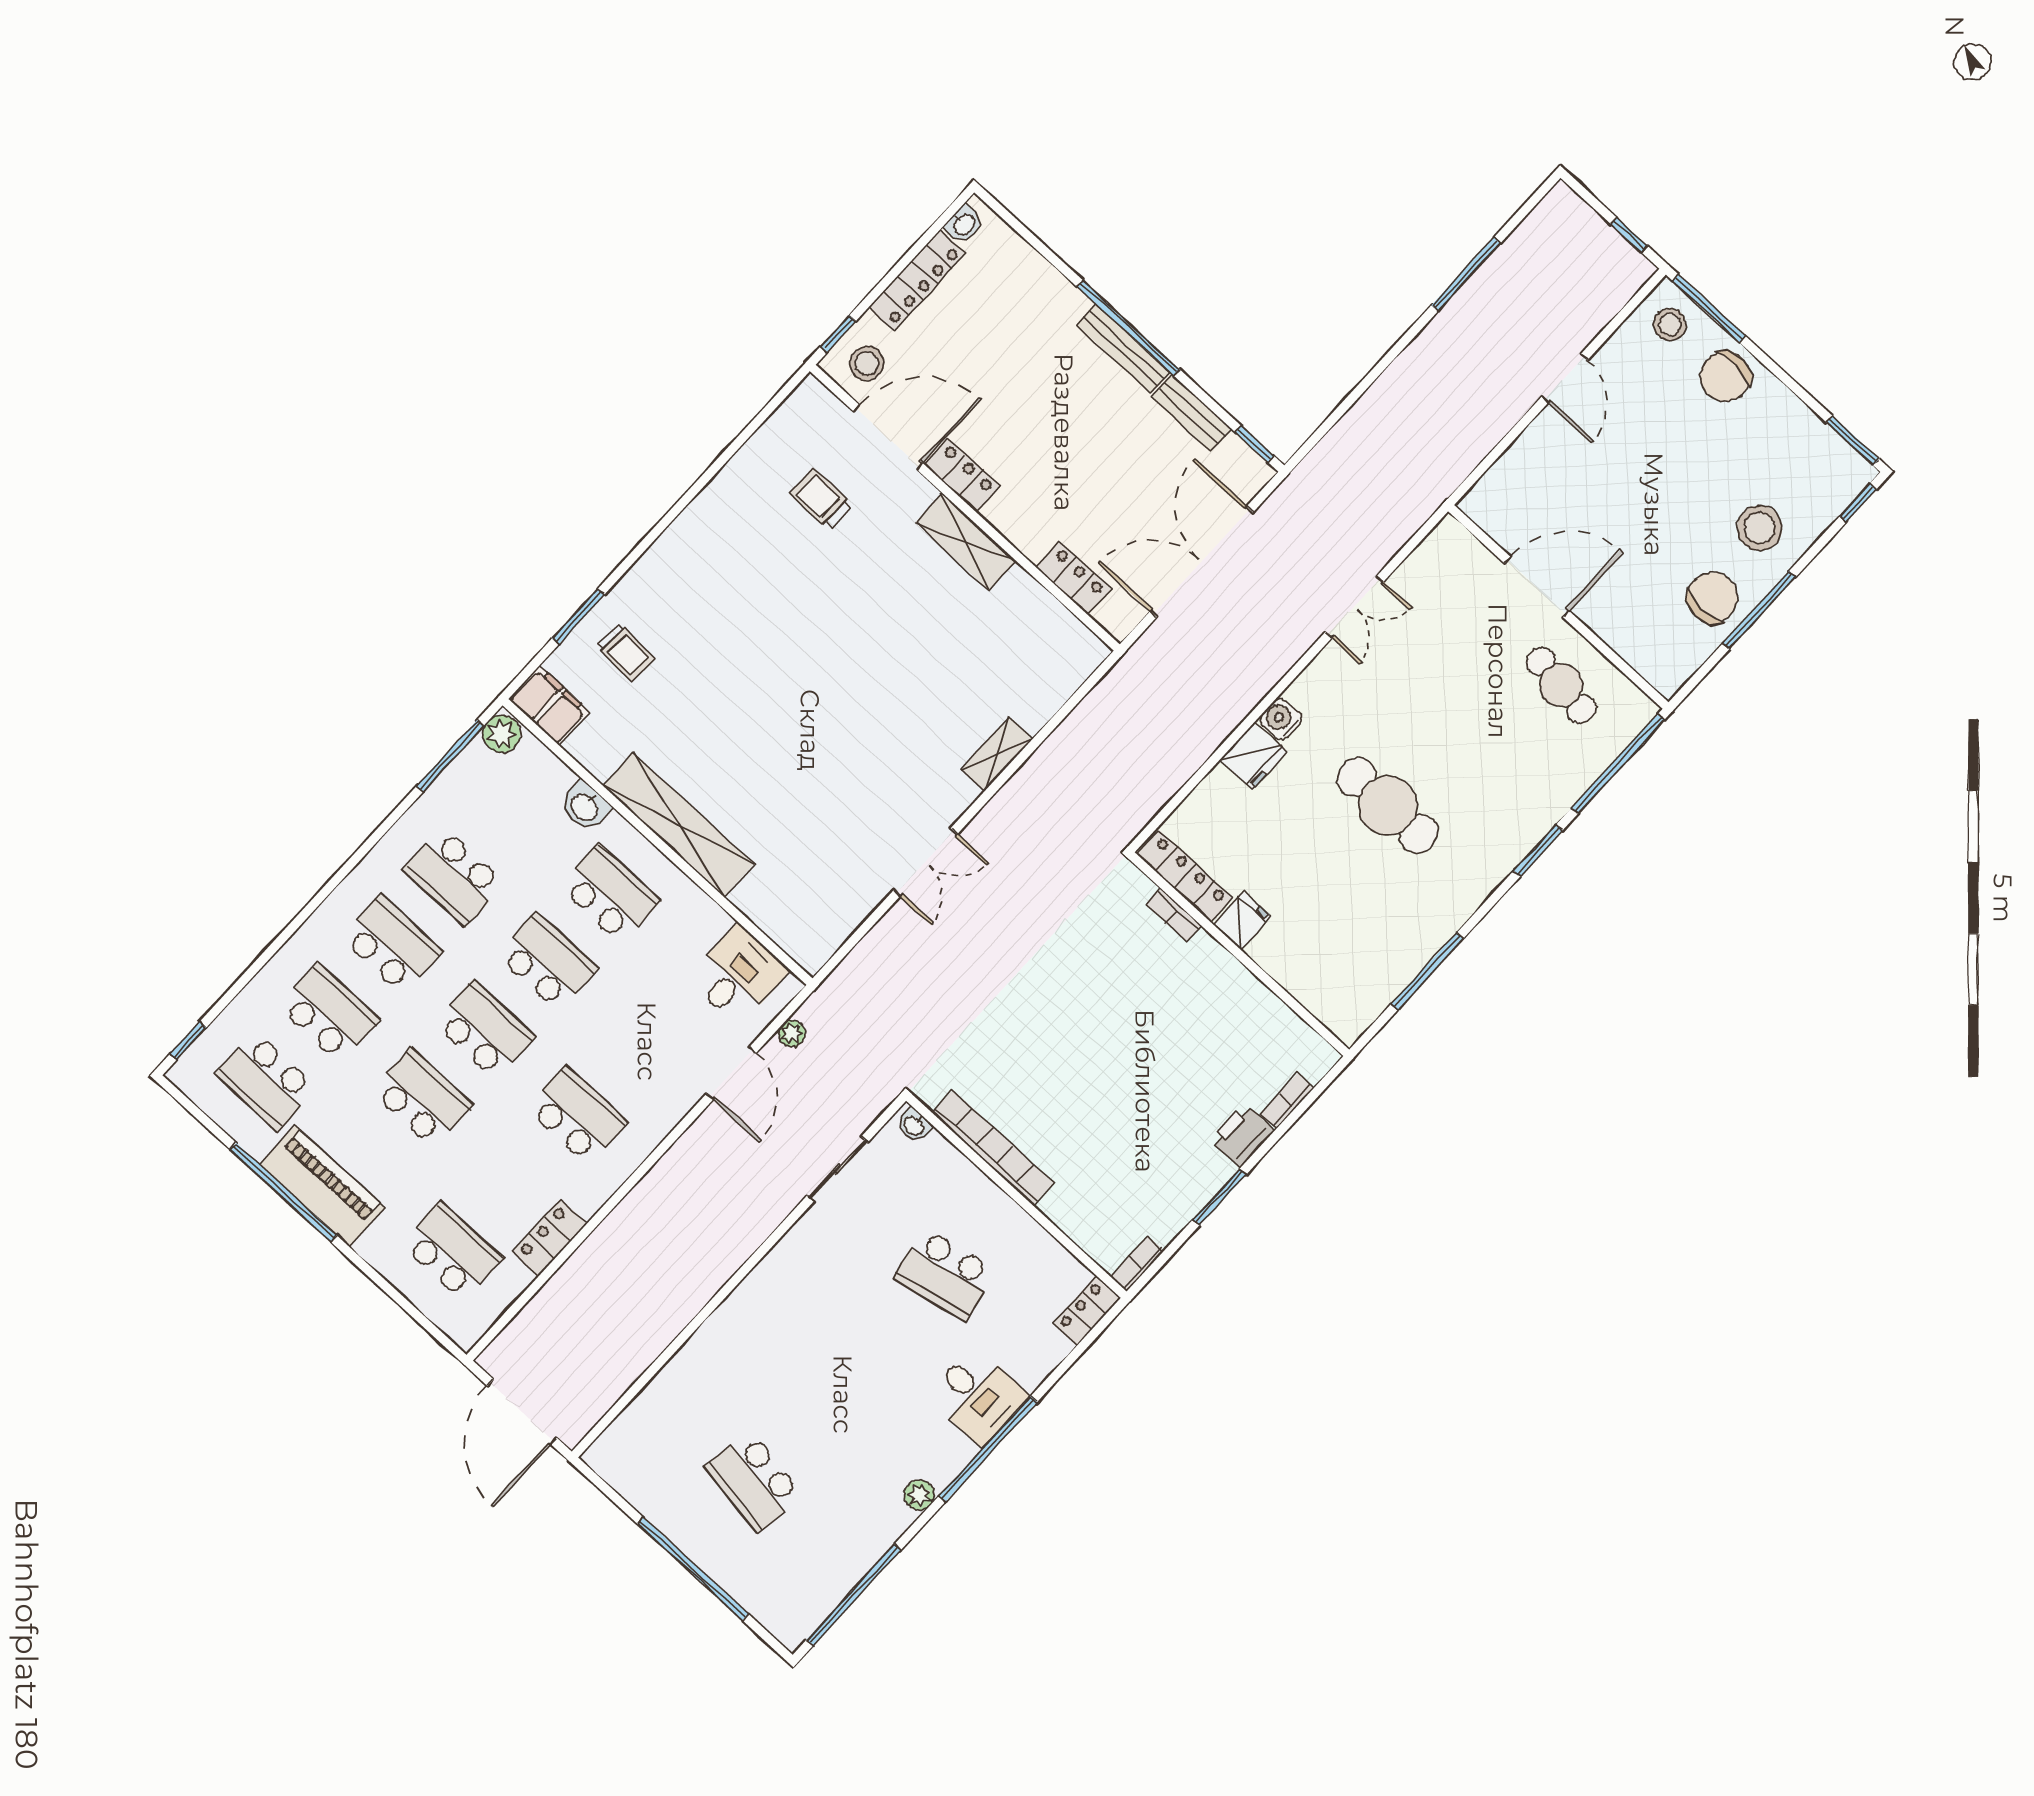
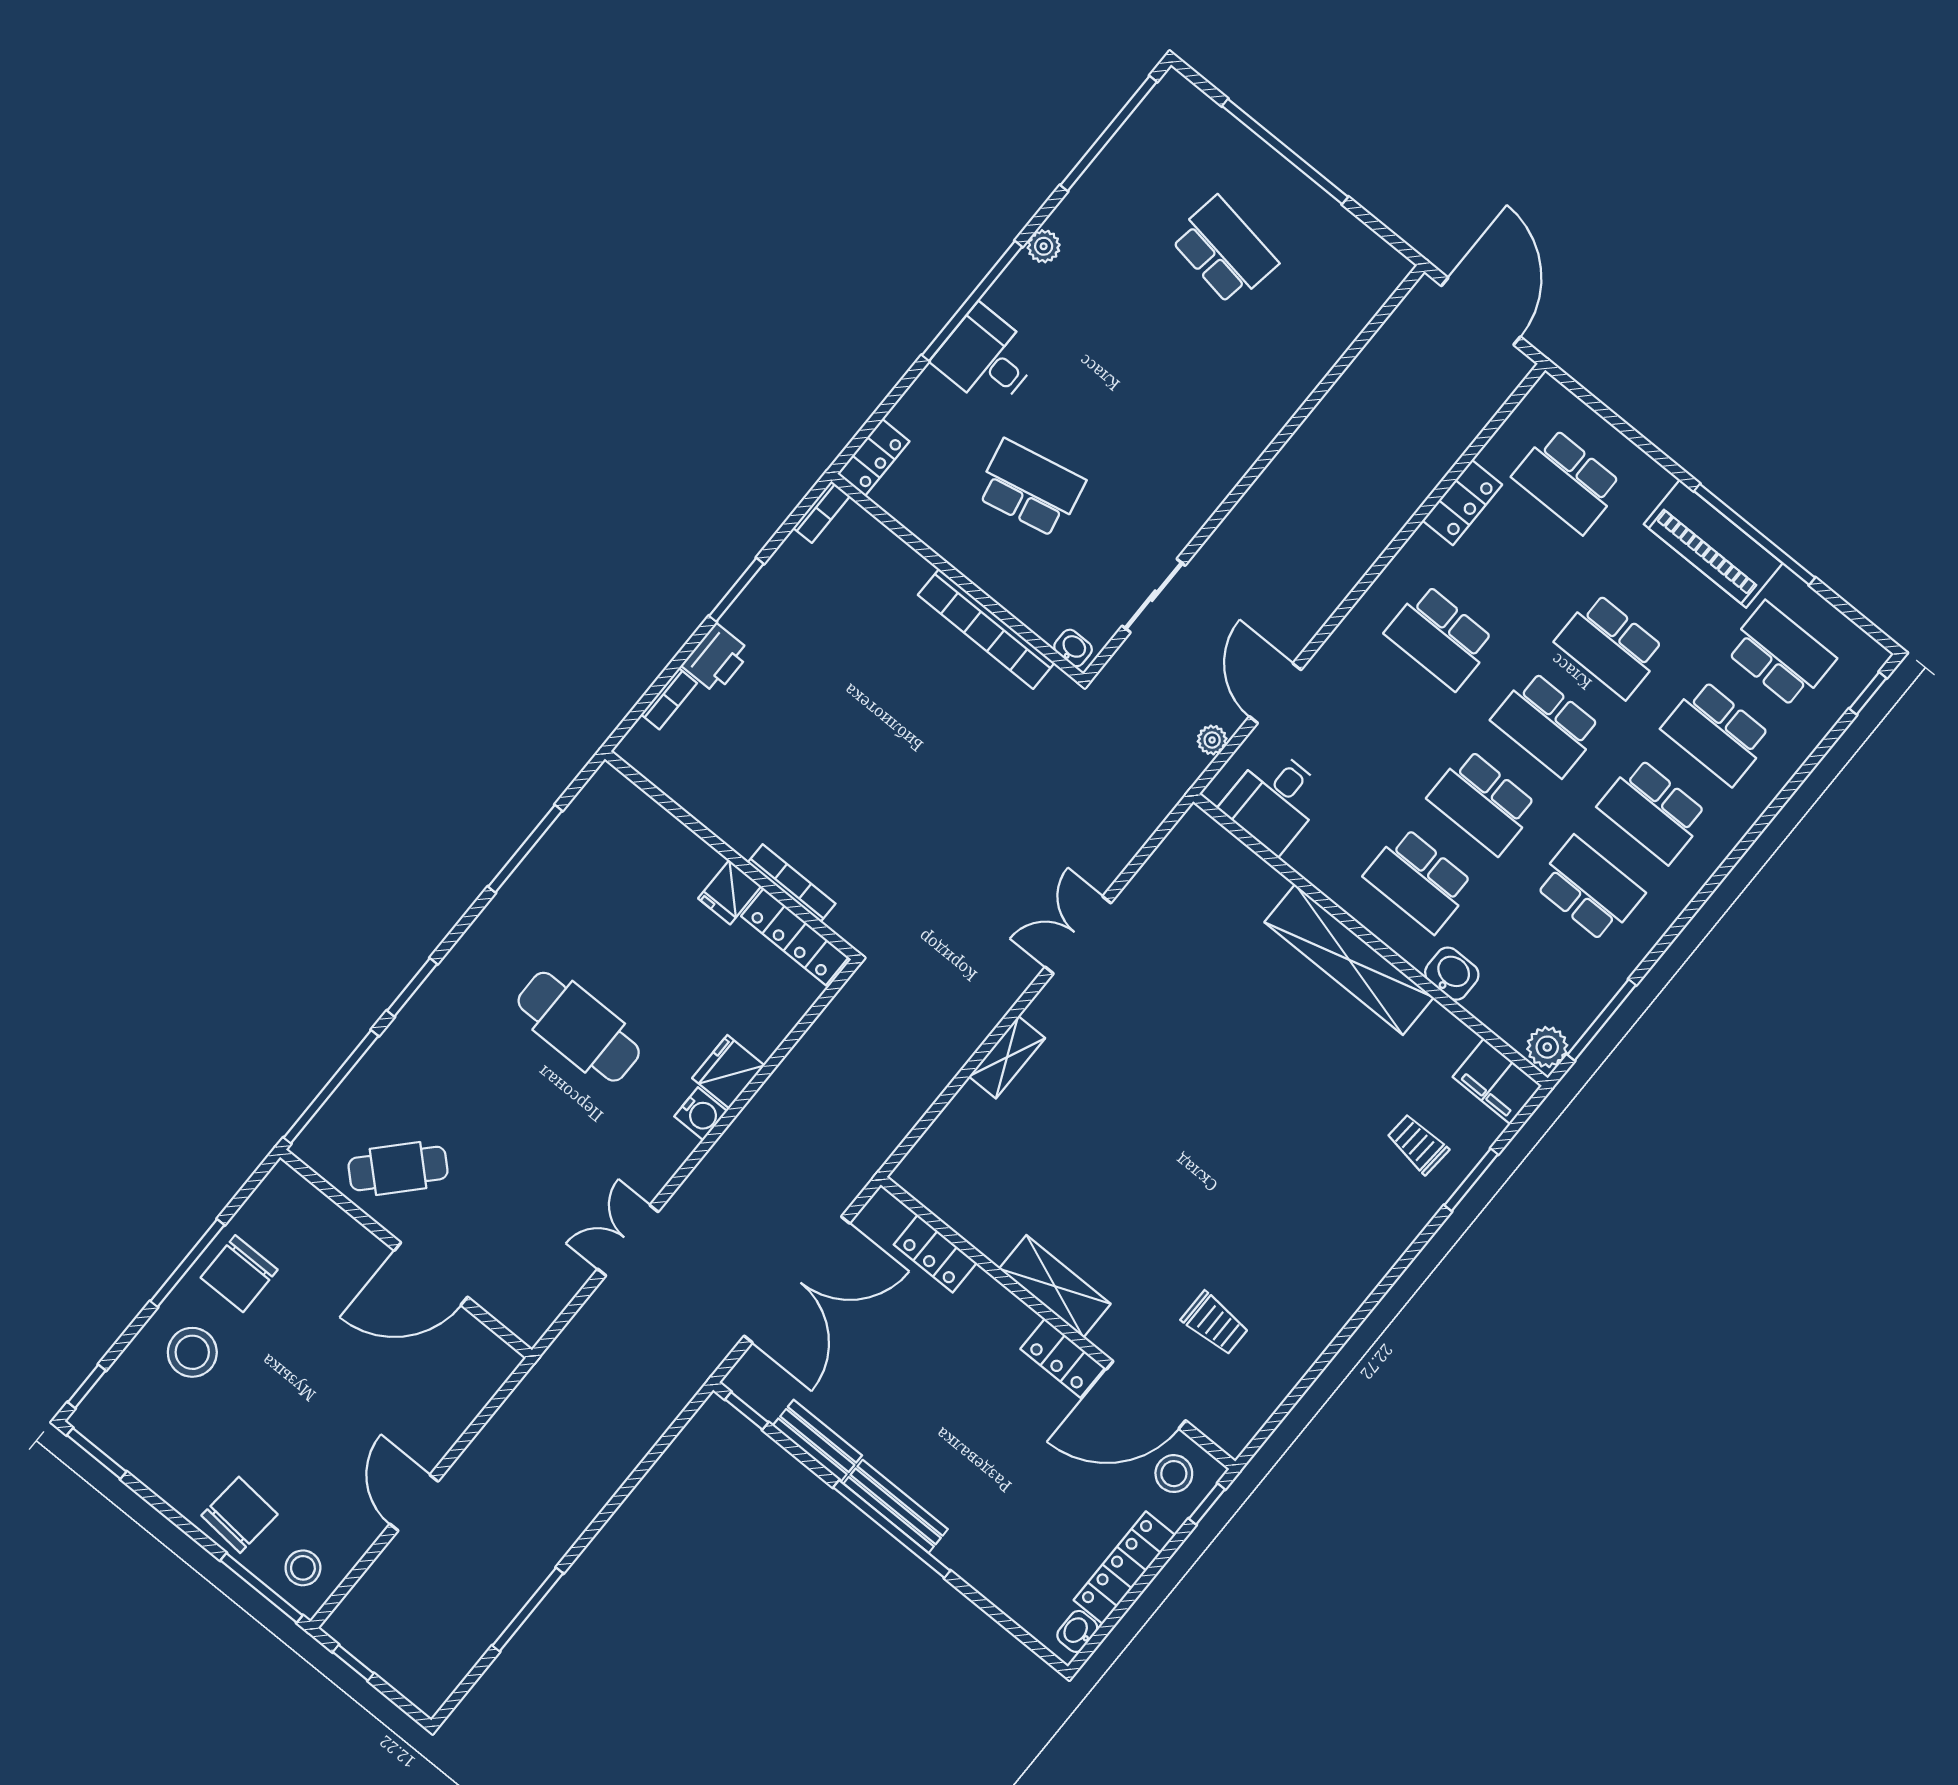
cafe table: (1561, 685) -> (398, 1168), turned -54
bookcase: (1173, 915) -> (792, 883), width x1.56

